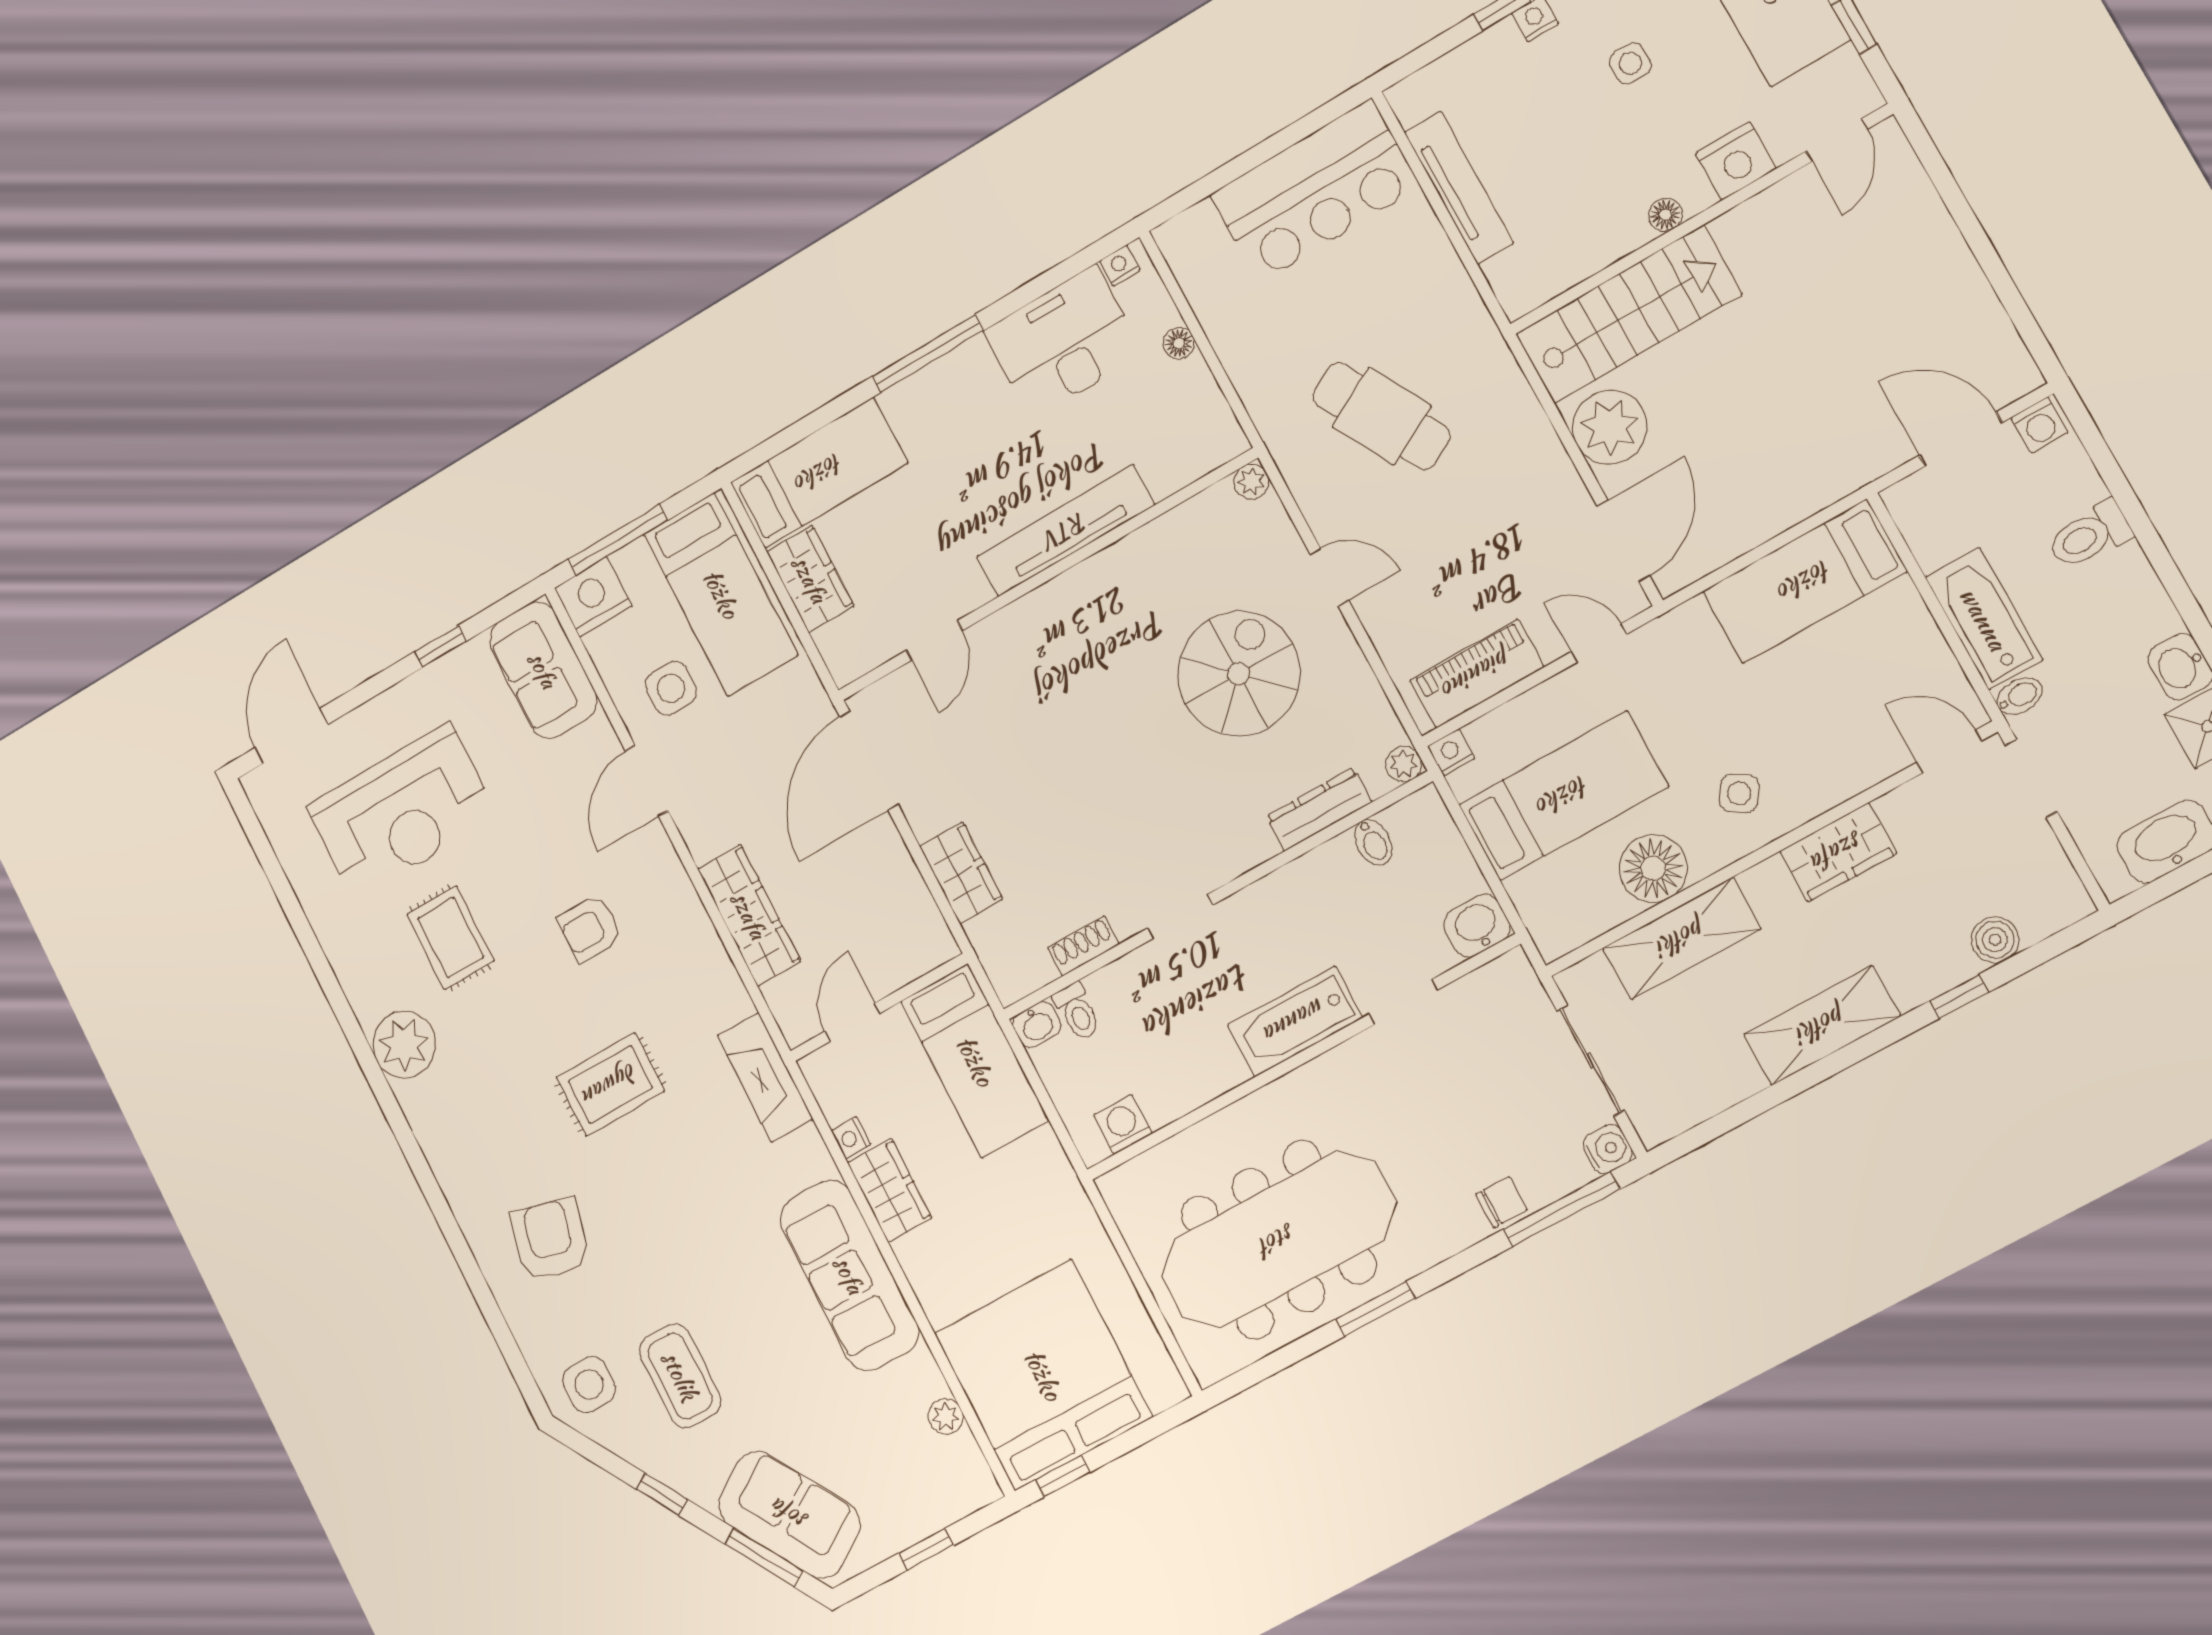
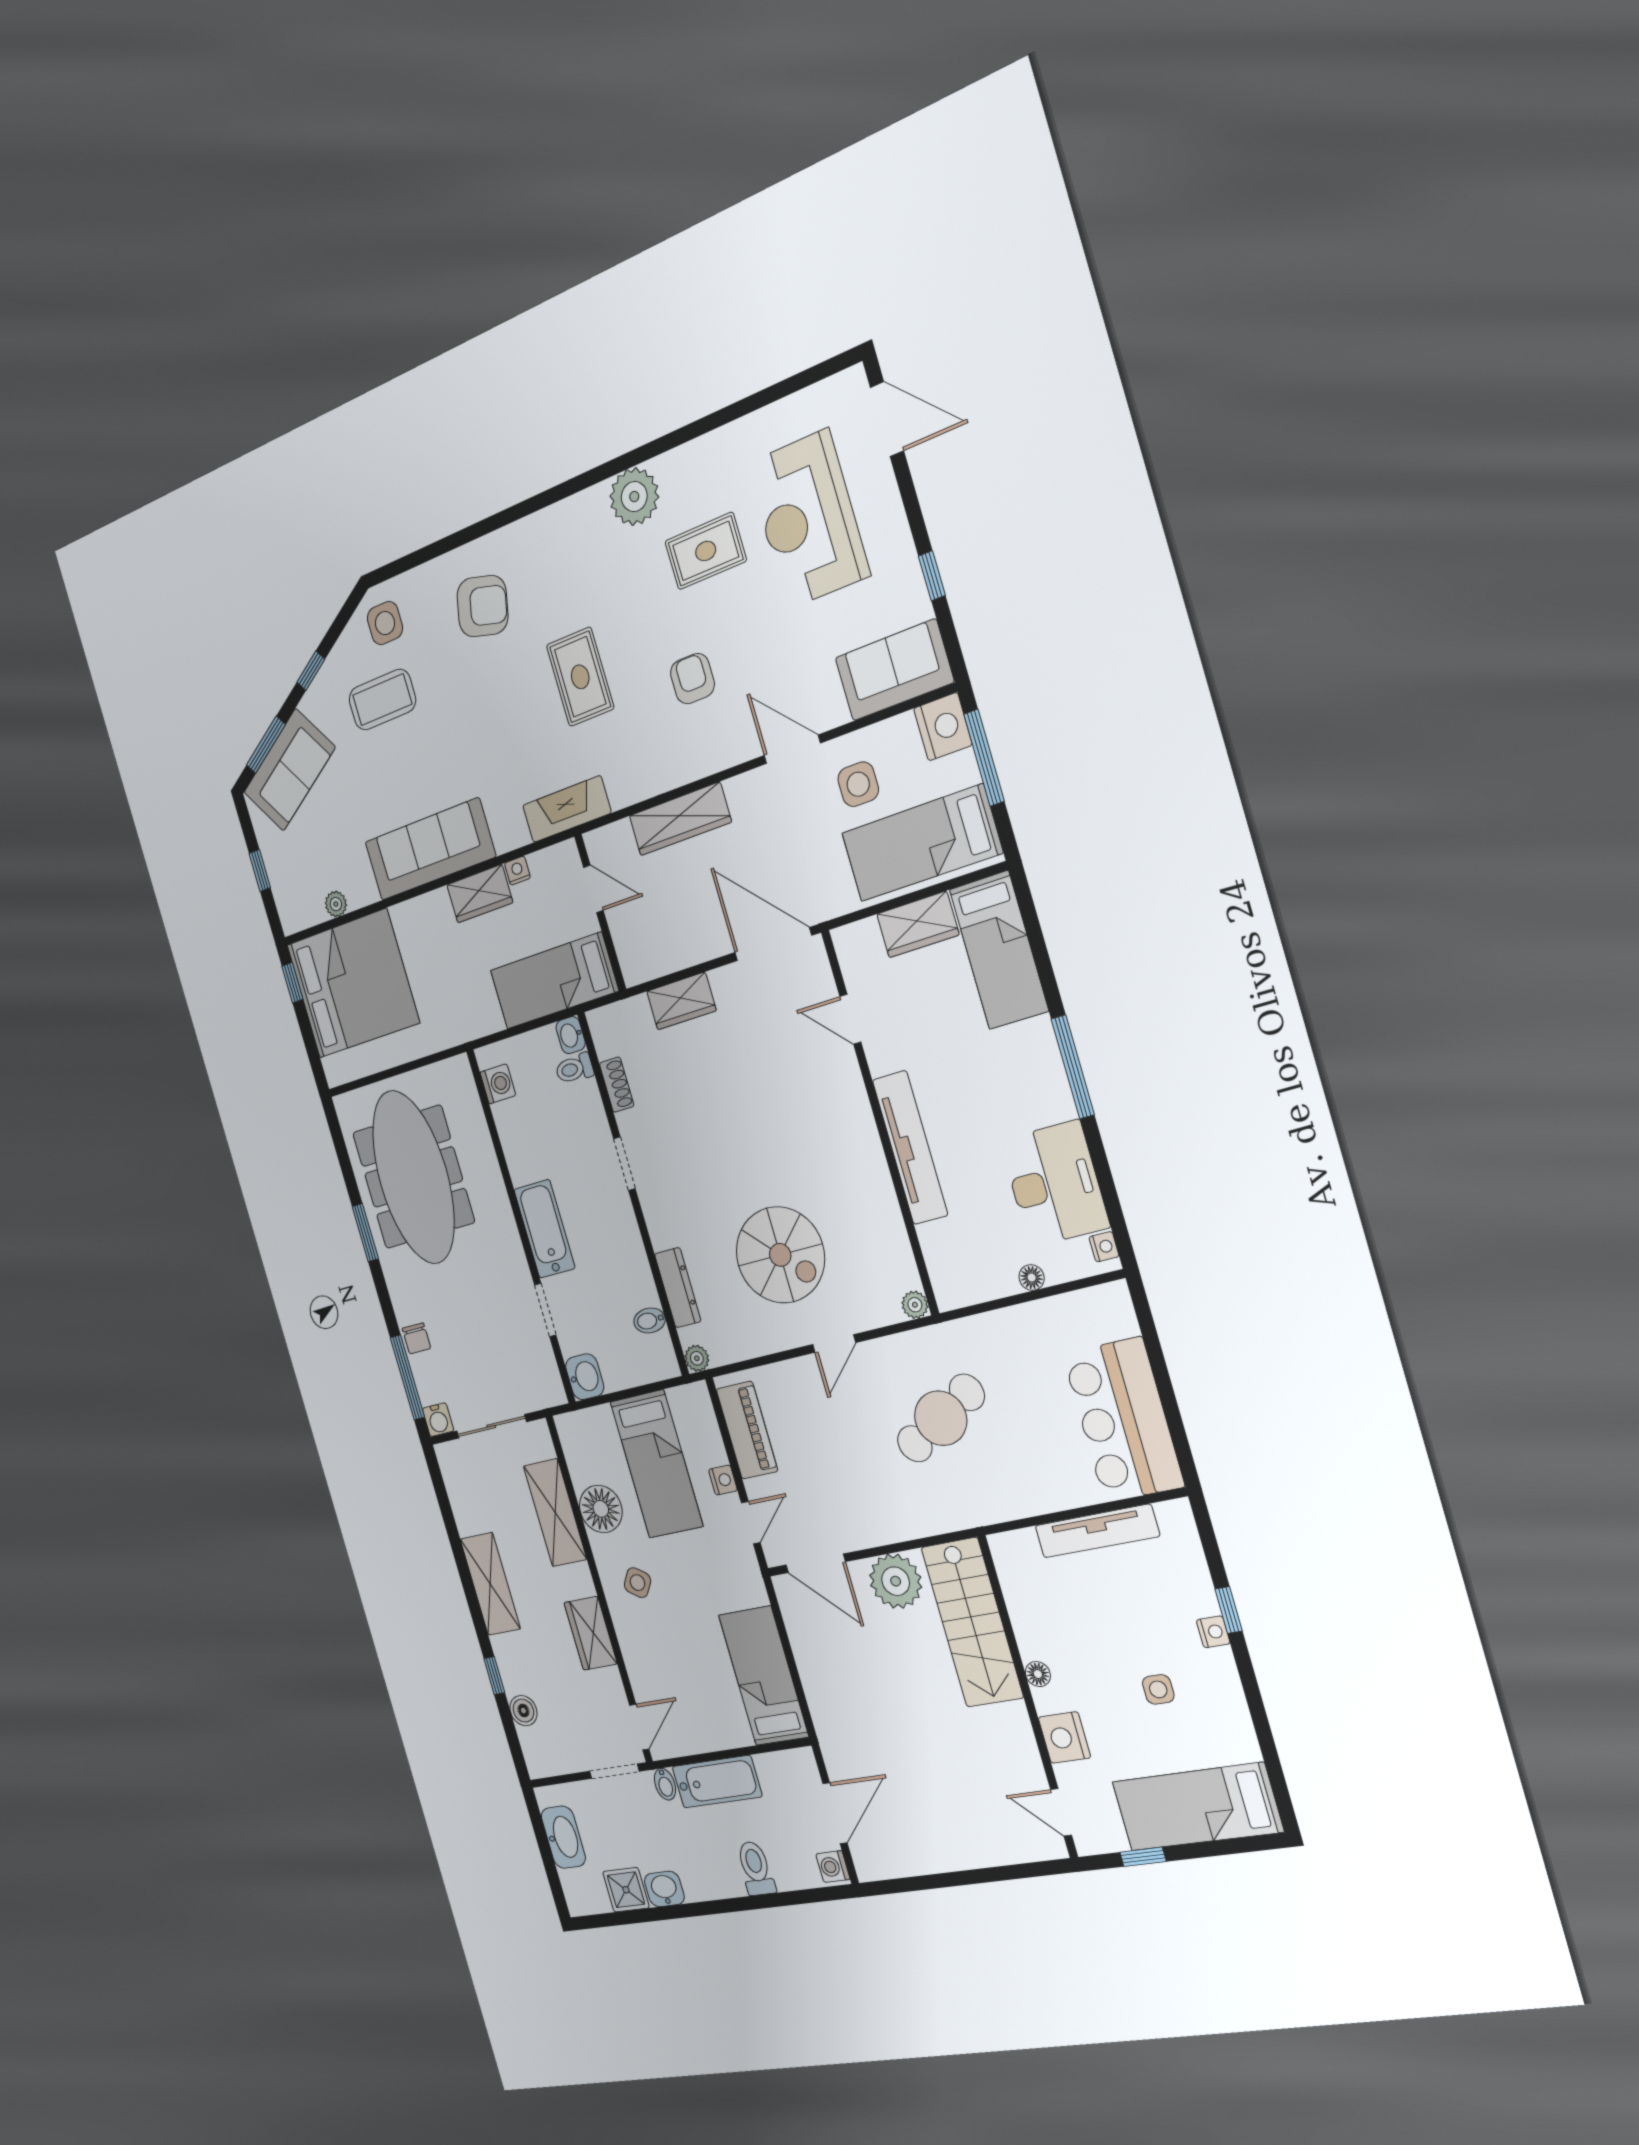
nightstand: (1451, 753) -> (723, 1480), moved

